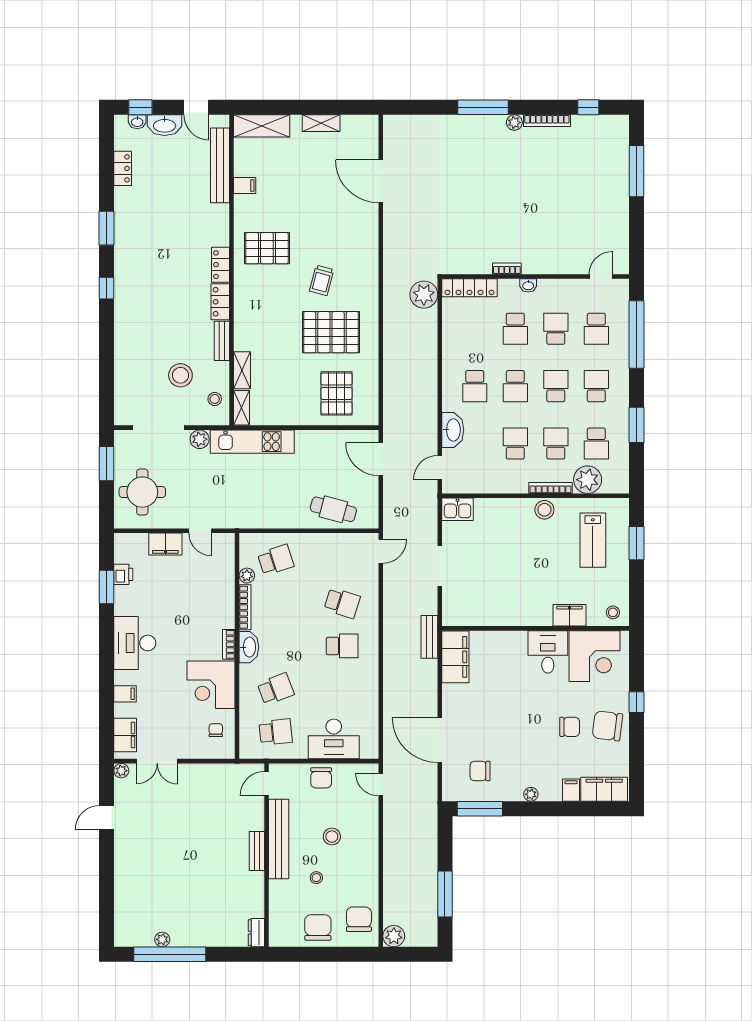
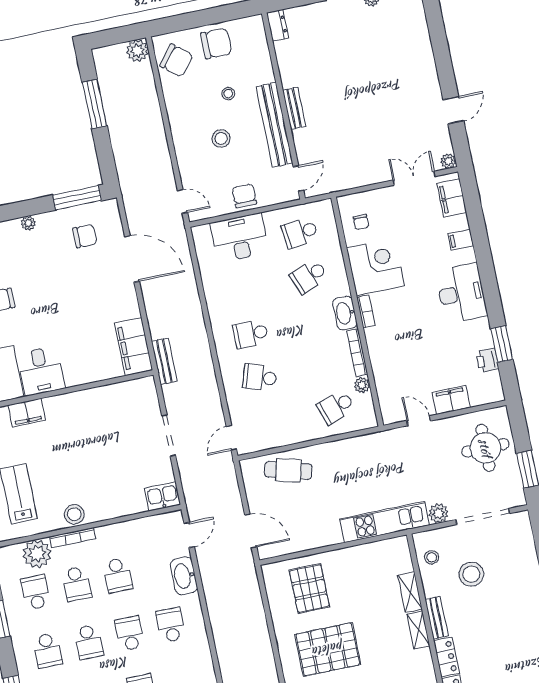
shelving: (242, 408) -> (418, 630), moved
chair: (359, 919) -> (176, 60), turned -51
chair: (318, 928) -> (216, 43), turned -90

